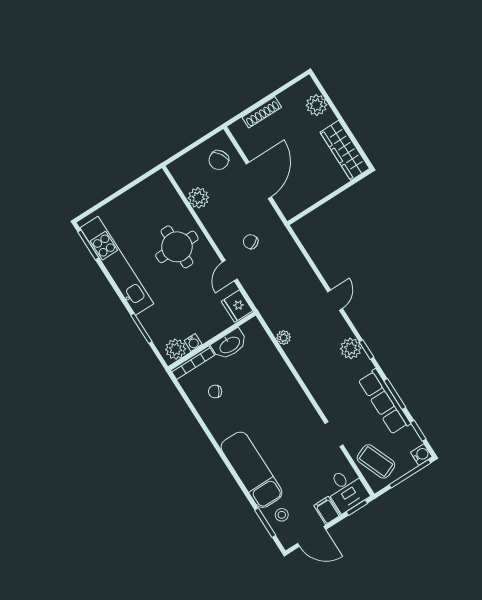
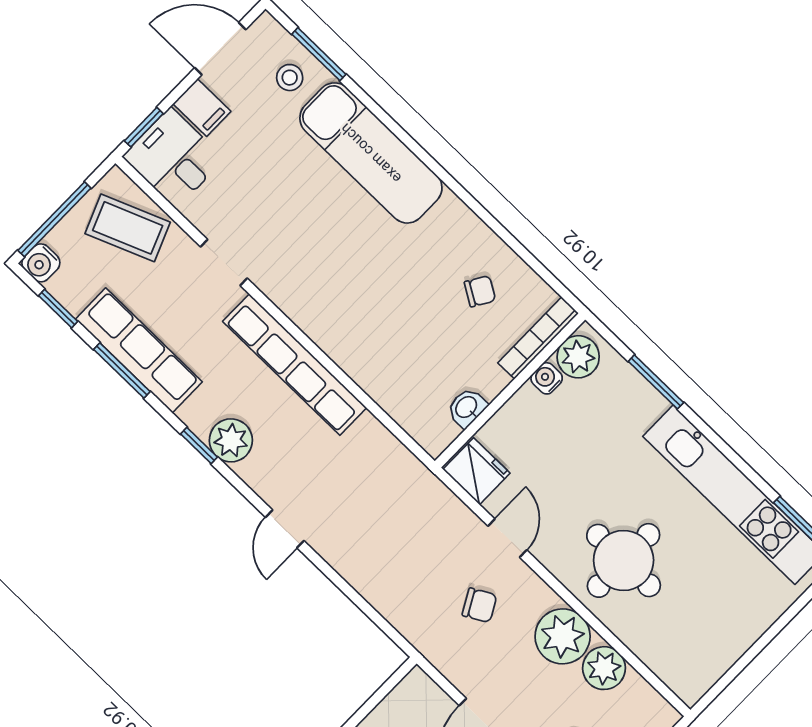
plant: (284, 338) -> (563, 636), moved, width x1.88, depth x1.88
washbasin: (229, 344) -> (467, 408), width x0.52, depth x0.69
row of seats: (312, 377) -> (295, 365), added

